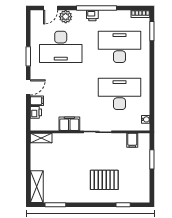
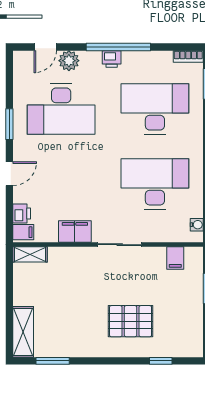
filing cabinet: (37, 101) -> (23, 232), moved

